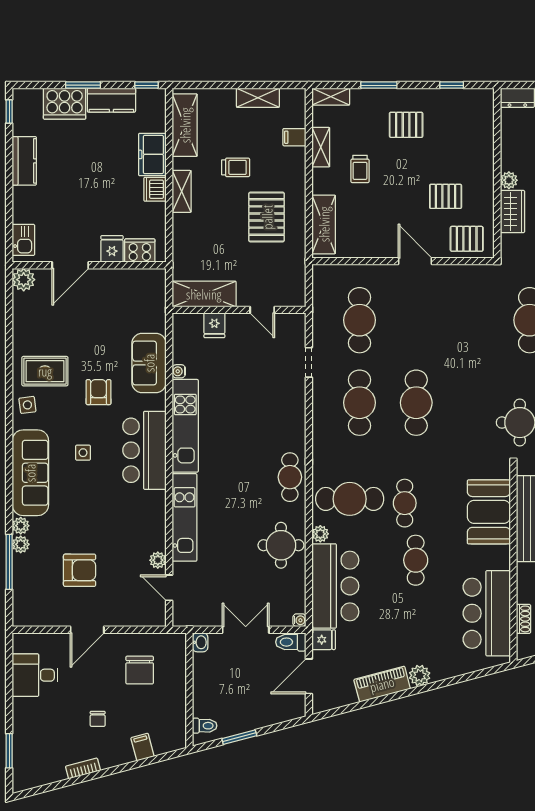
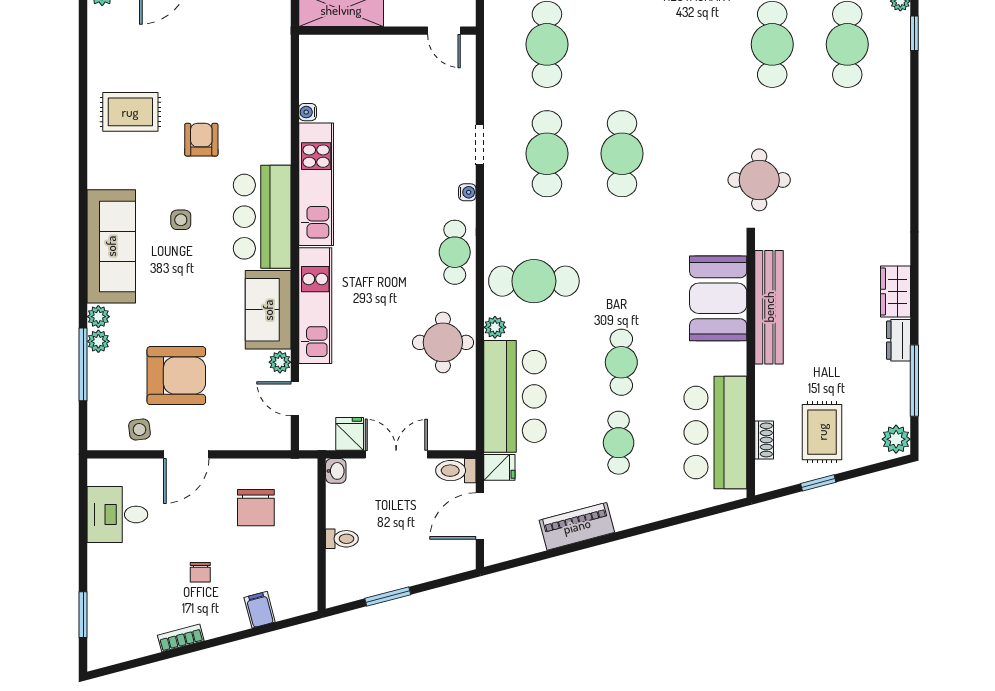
door: (262, 310) -> (444, 31), moved
fridge: (214, 325) -> (350, 434), moved, turned 180
doorway: (309, 362) -> (480, 145), moved
sofa: (149, 363) -> (268, 310), moved
side table: (27, 405) -> (139, 430), moved
cafe table: (405, 503) -> (619, 443), moved
armchair: (80, 570) -> (176, 376), width x1.36, depth x1.36
water cooler: (299, 620) -> (467, 192), moved
plant: (420, 675) -> (627, 515), removed
toilet: (205, 726) -> (342, 539), moved

